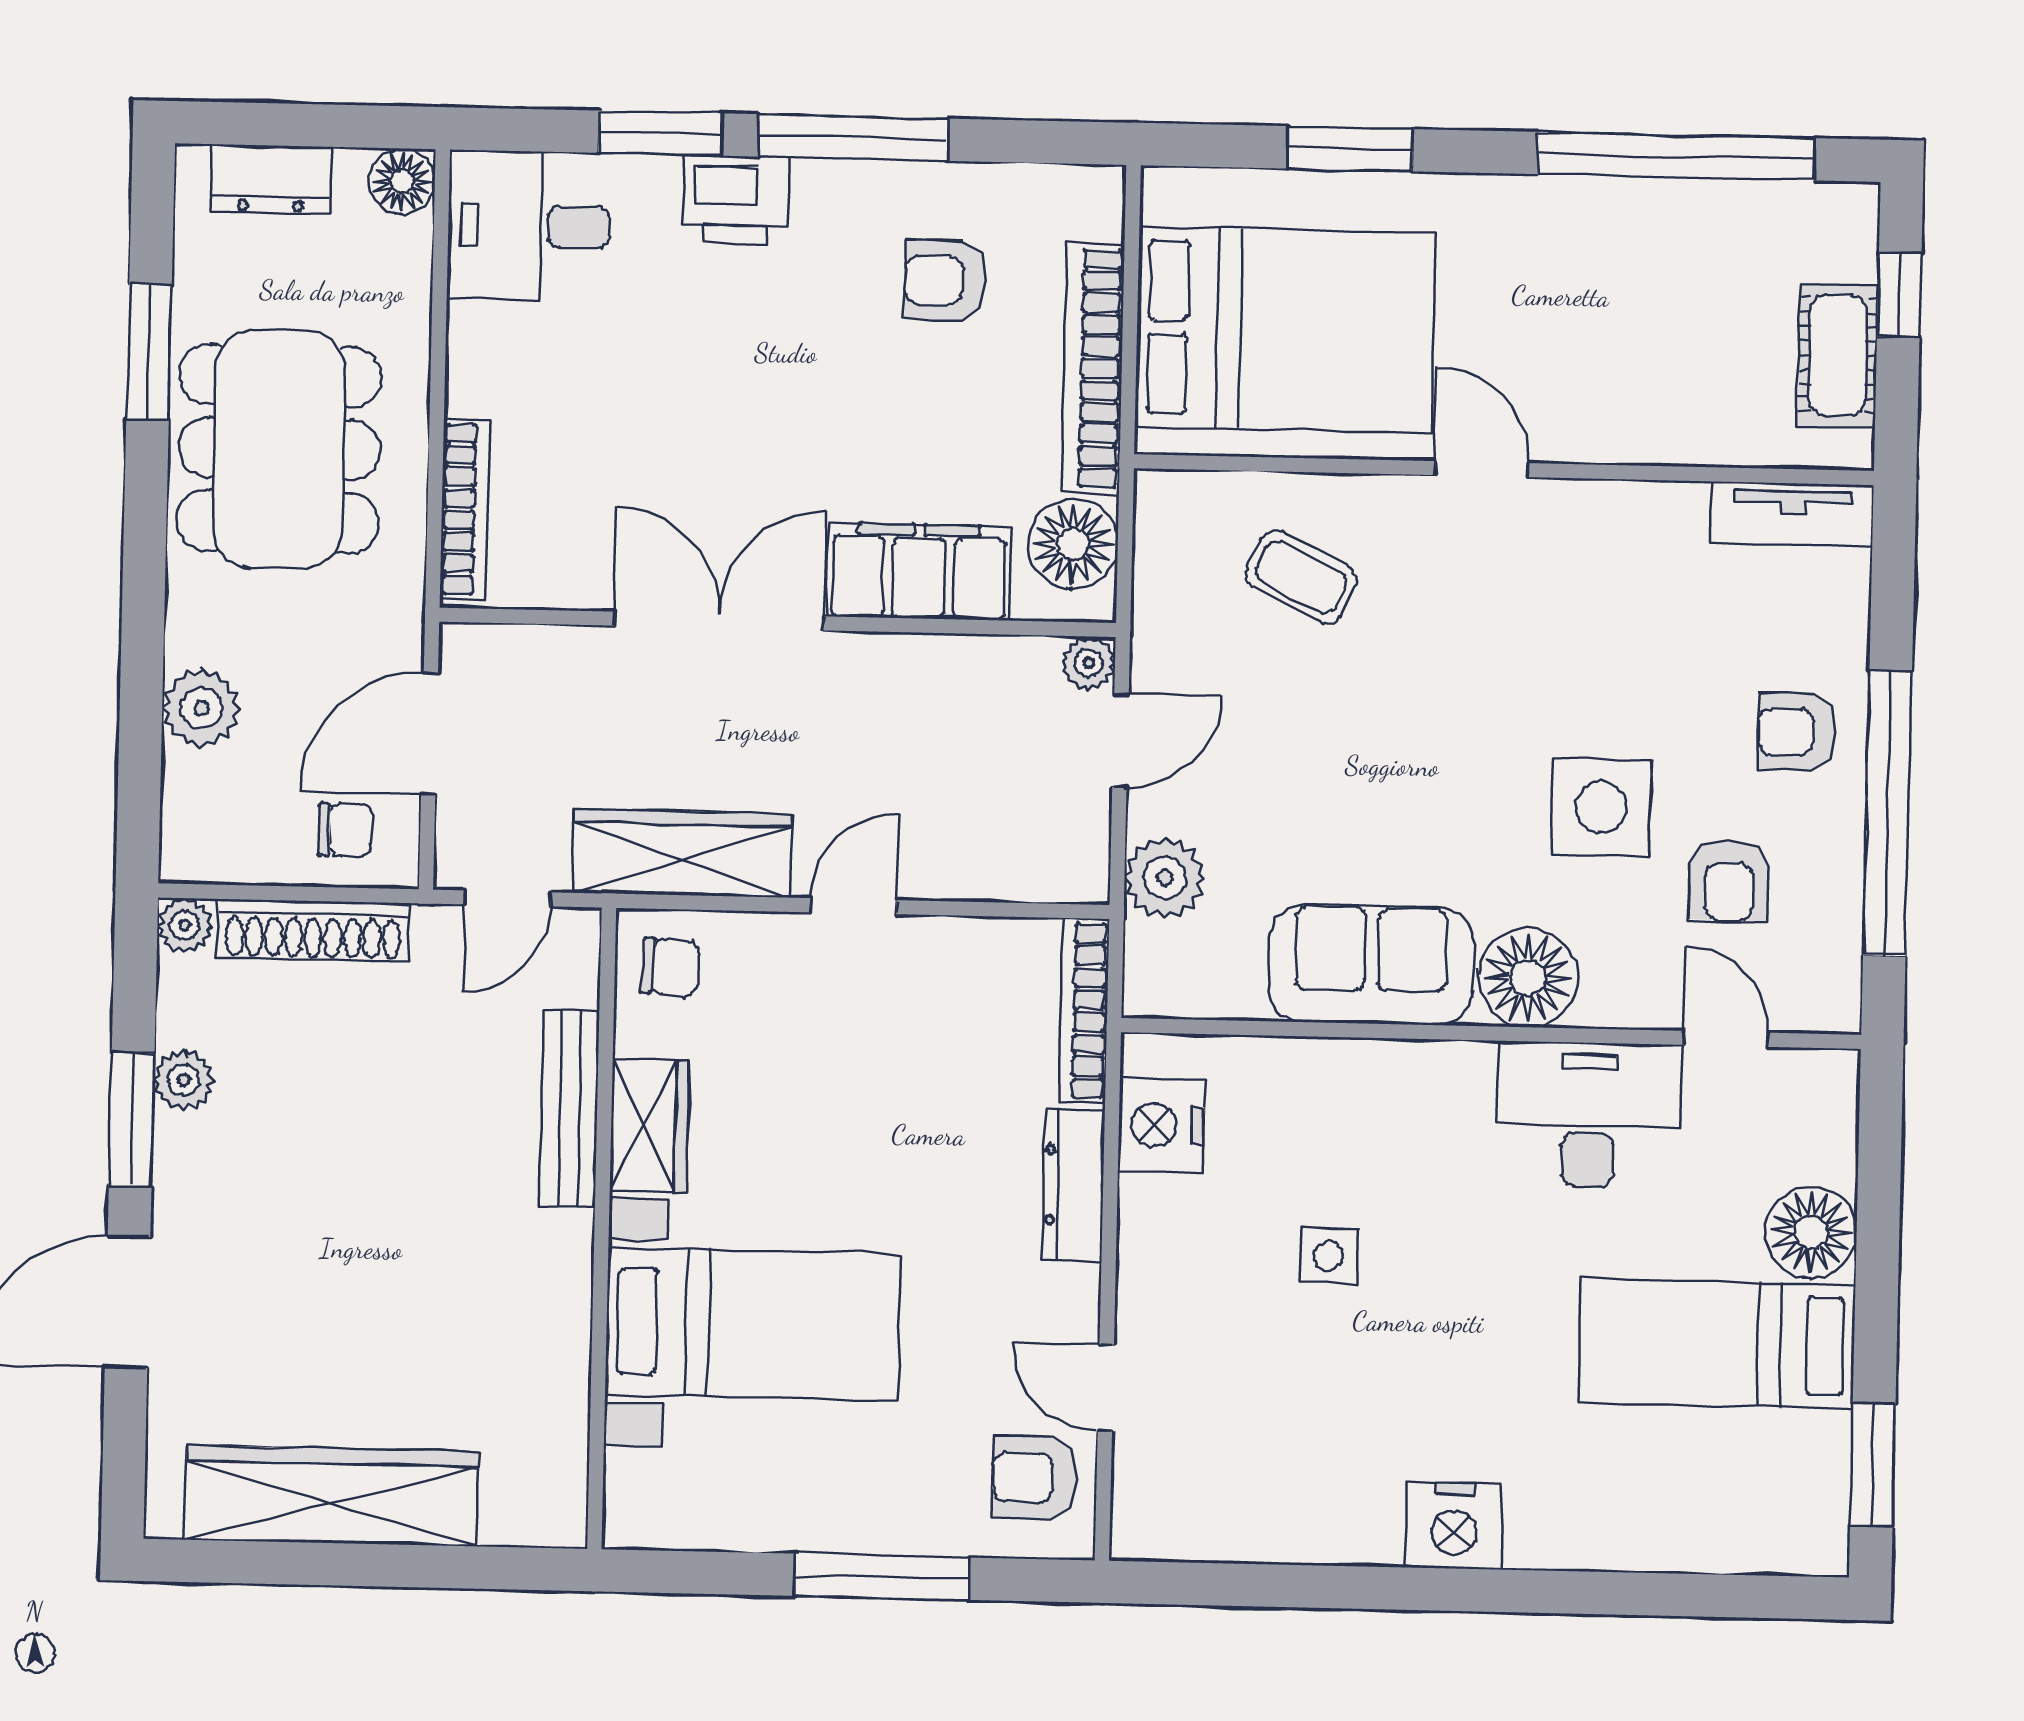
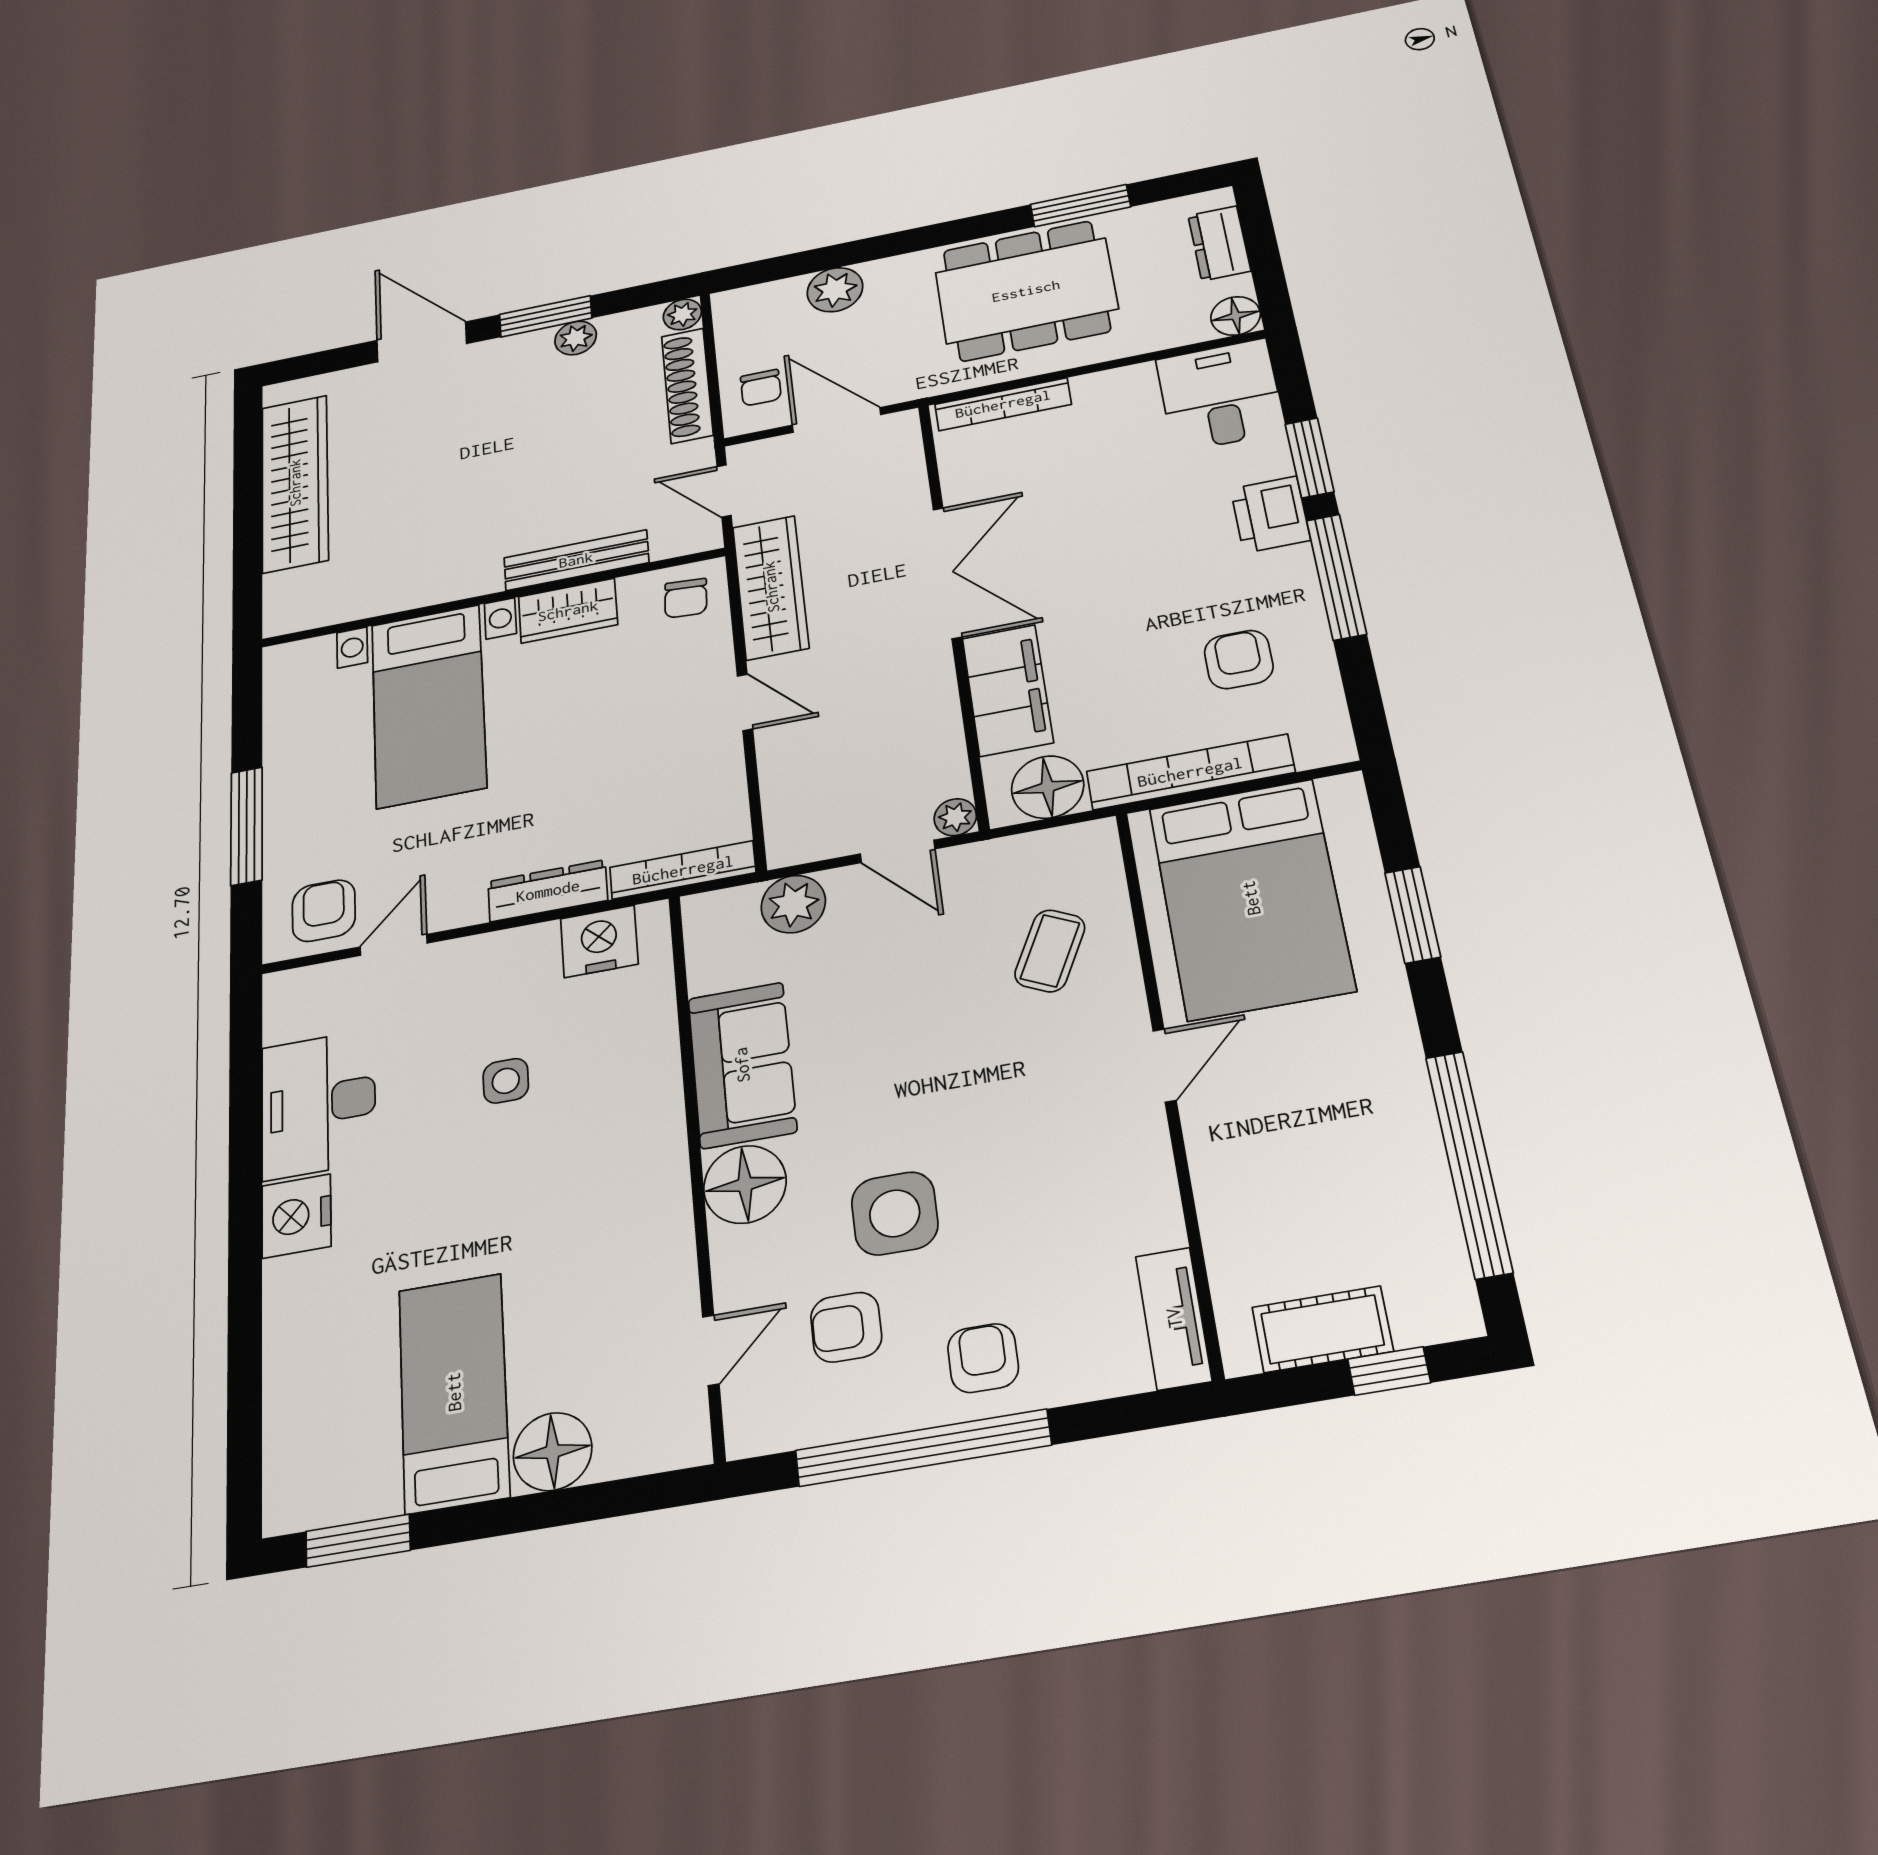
desk: (1588, 1115) -> (318, 1104), moved, turned 180

